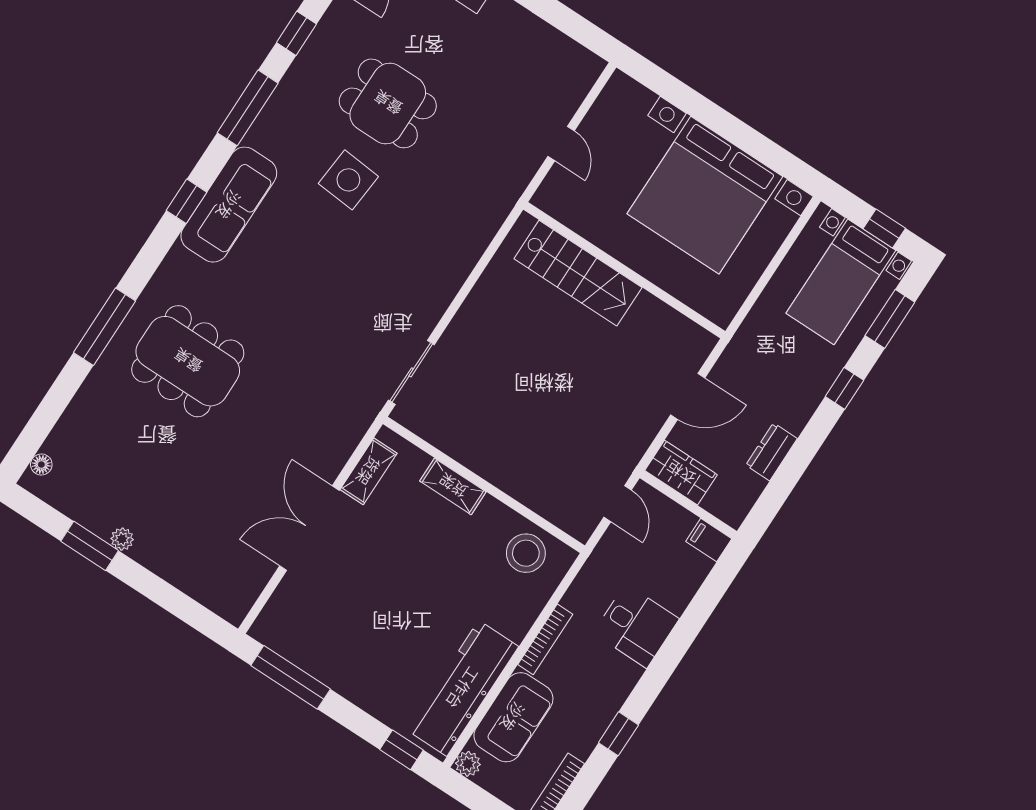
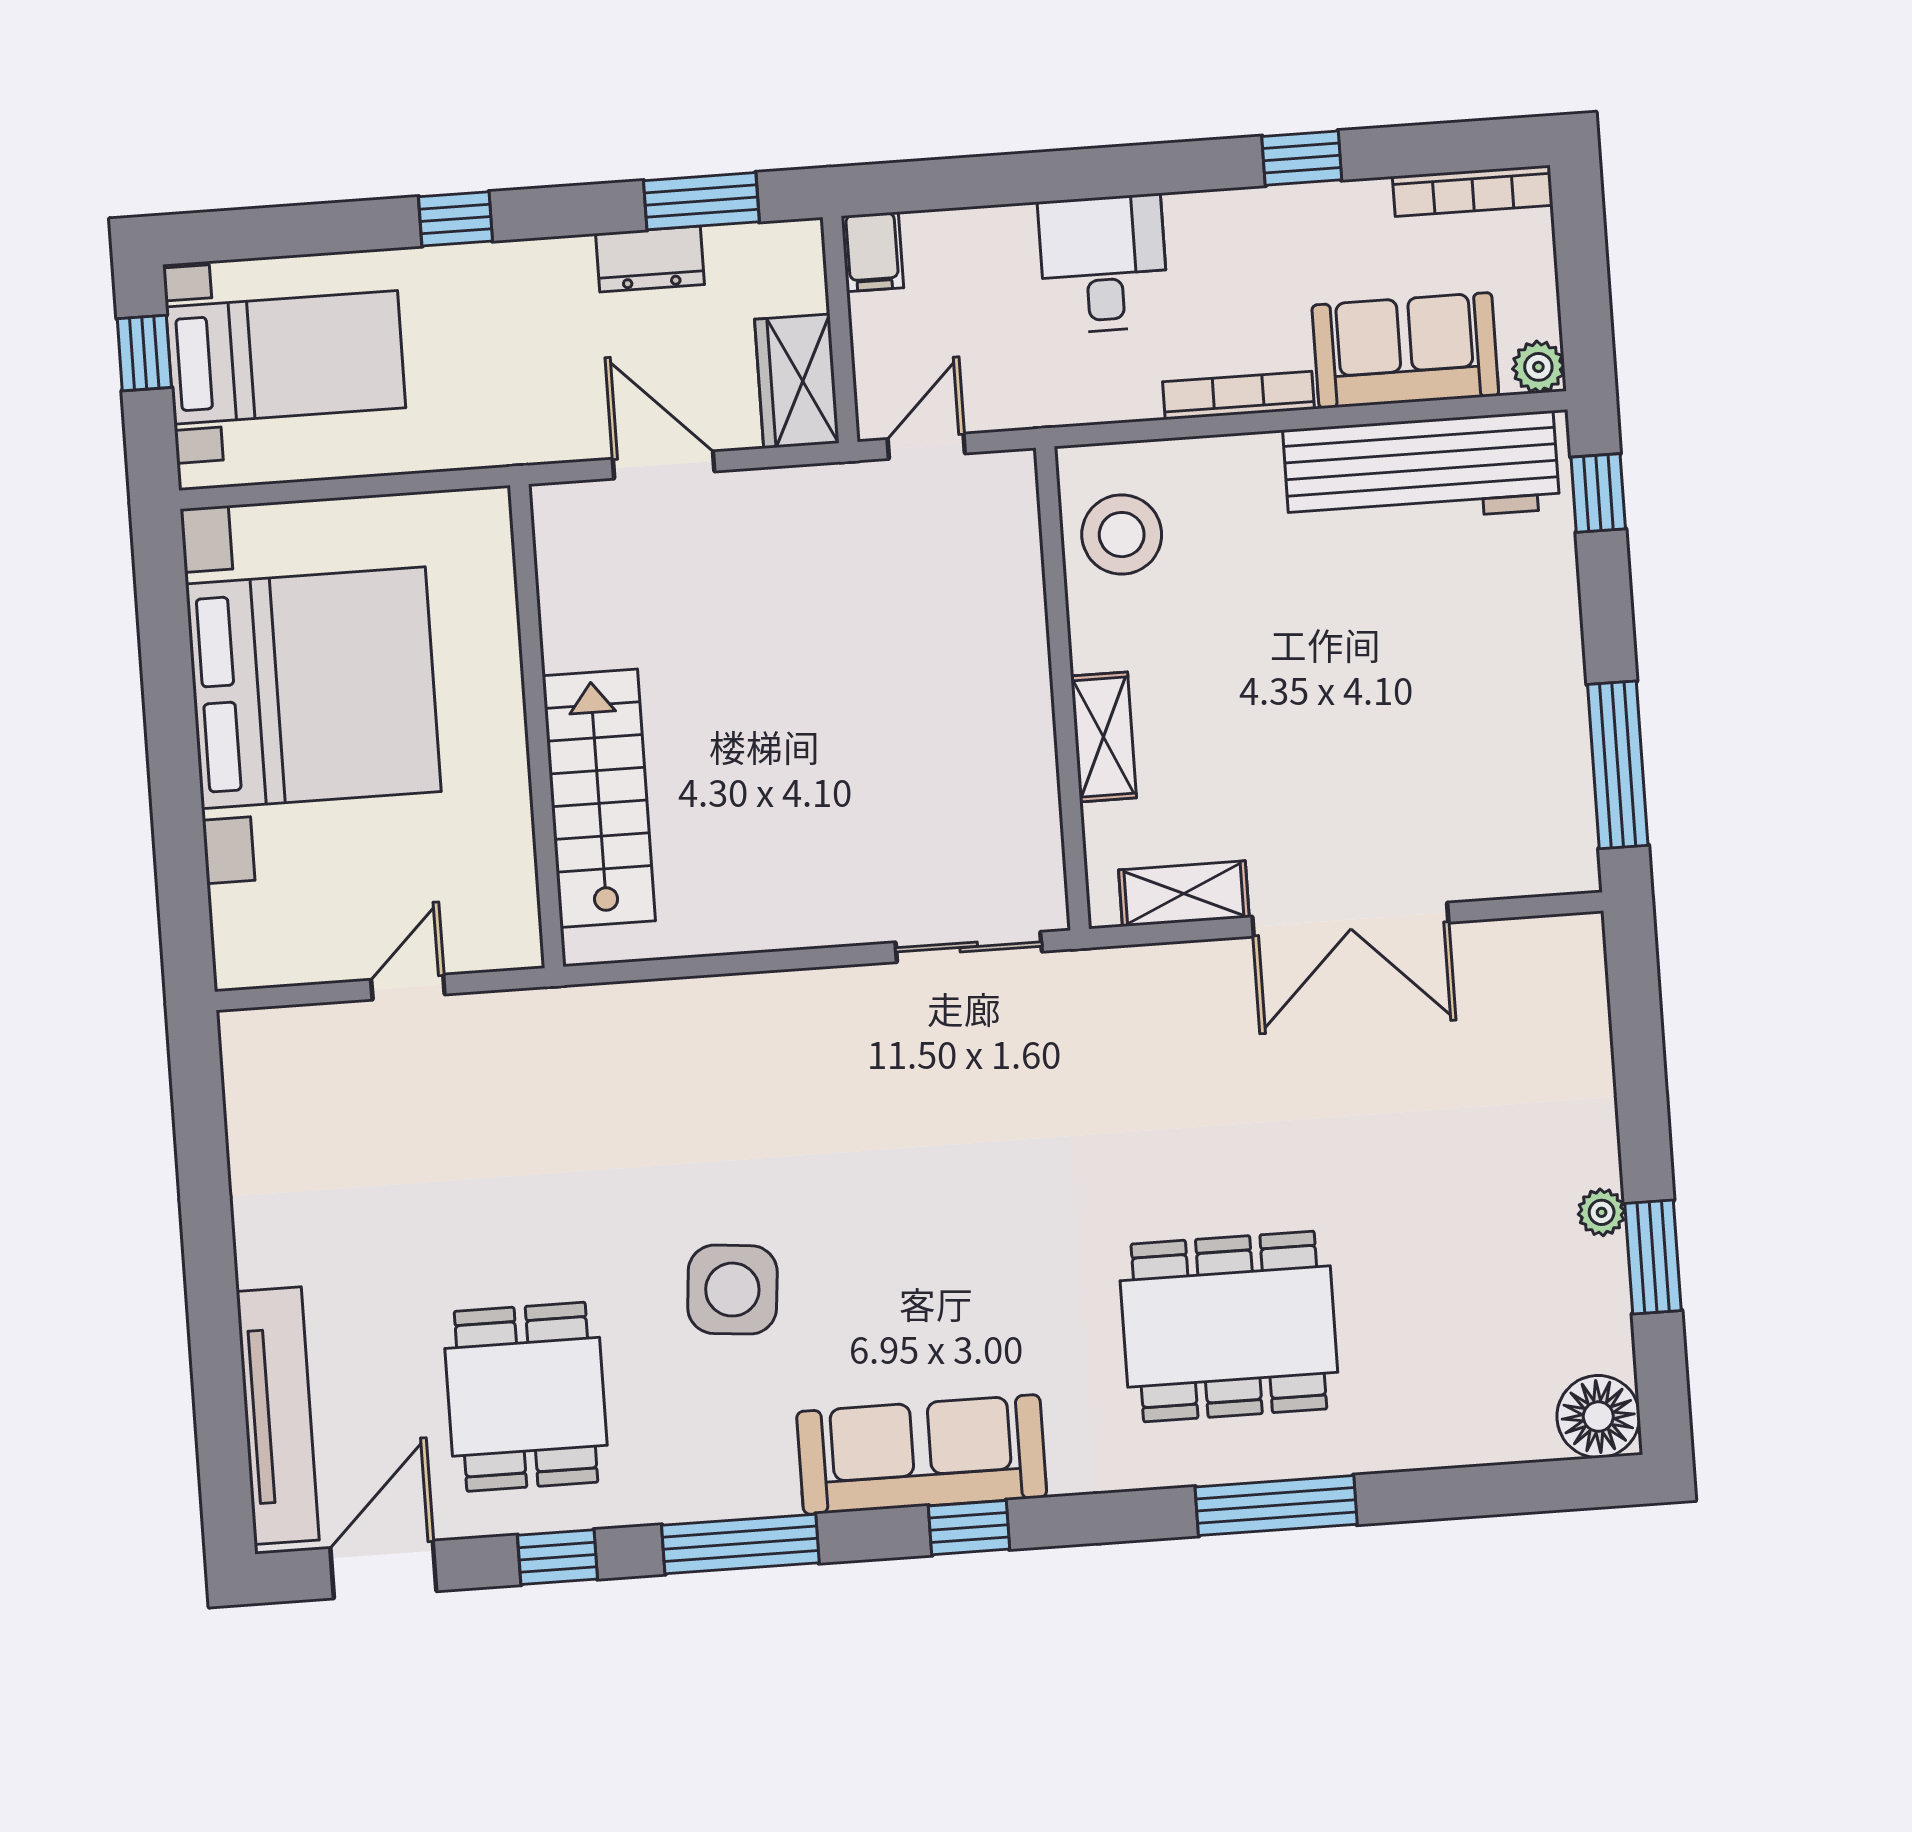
dining table: (388, 103) -> (526, 1397), moved
window: (890, 319) -> (701, 201), moved
dining table: (188, 361) -> (1229, 1326), turned 90
floor lamp: (41, 465) -> (1598, 1417), width x1.89, depth x1.89

